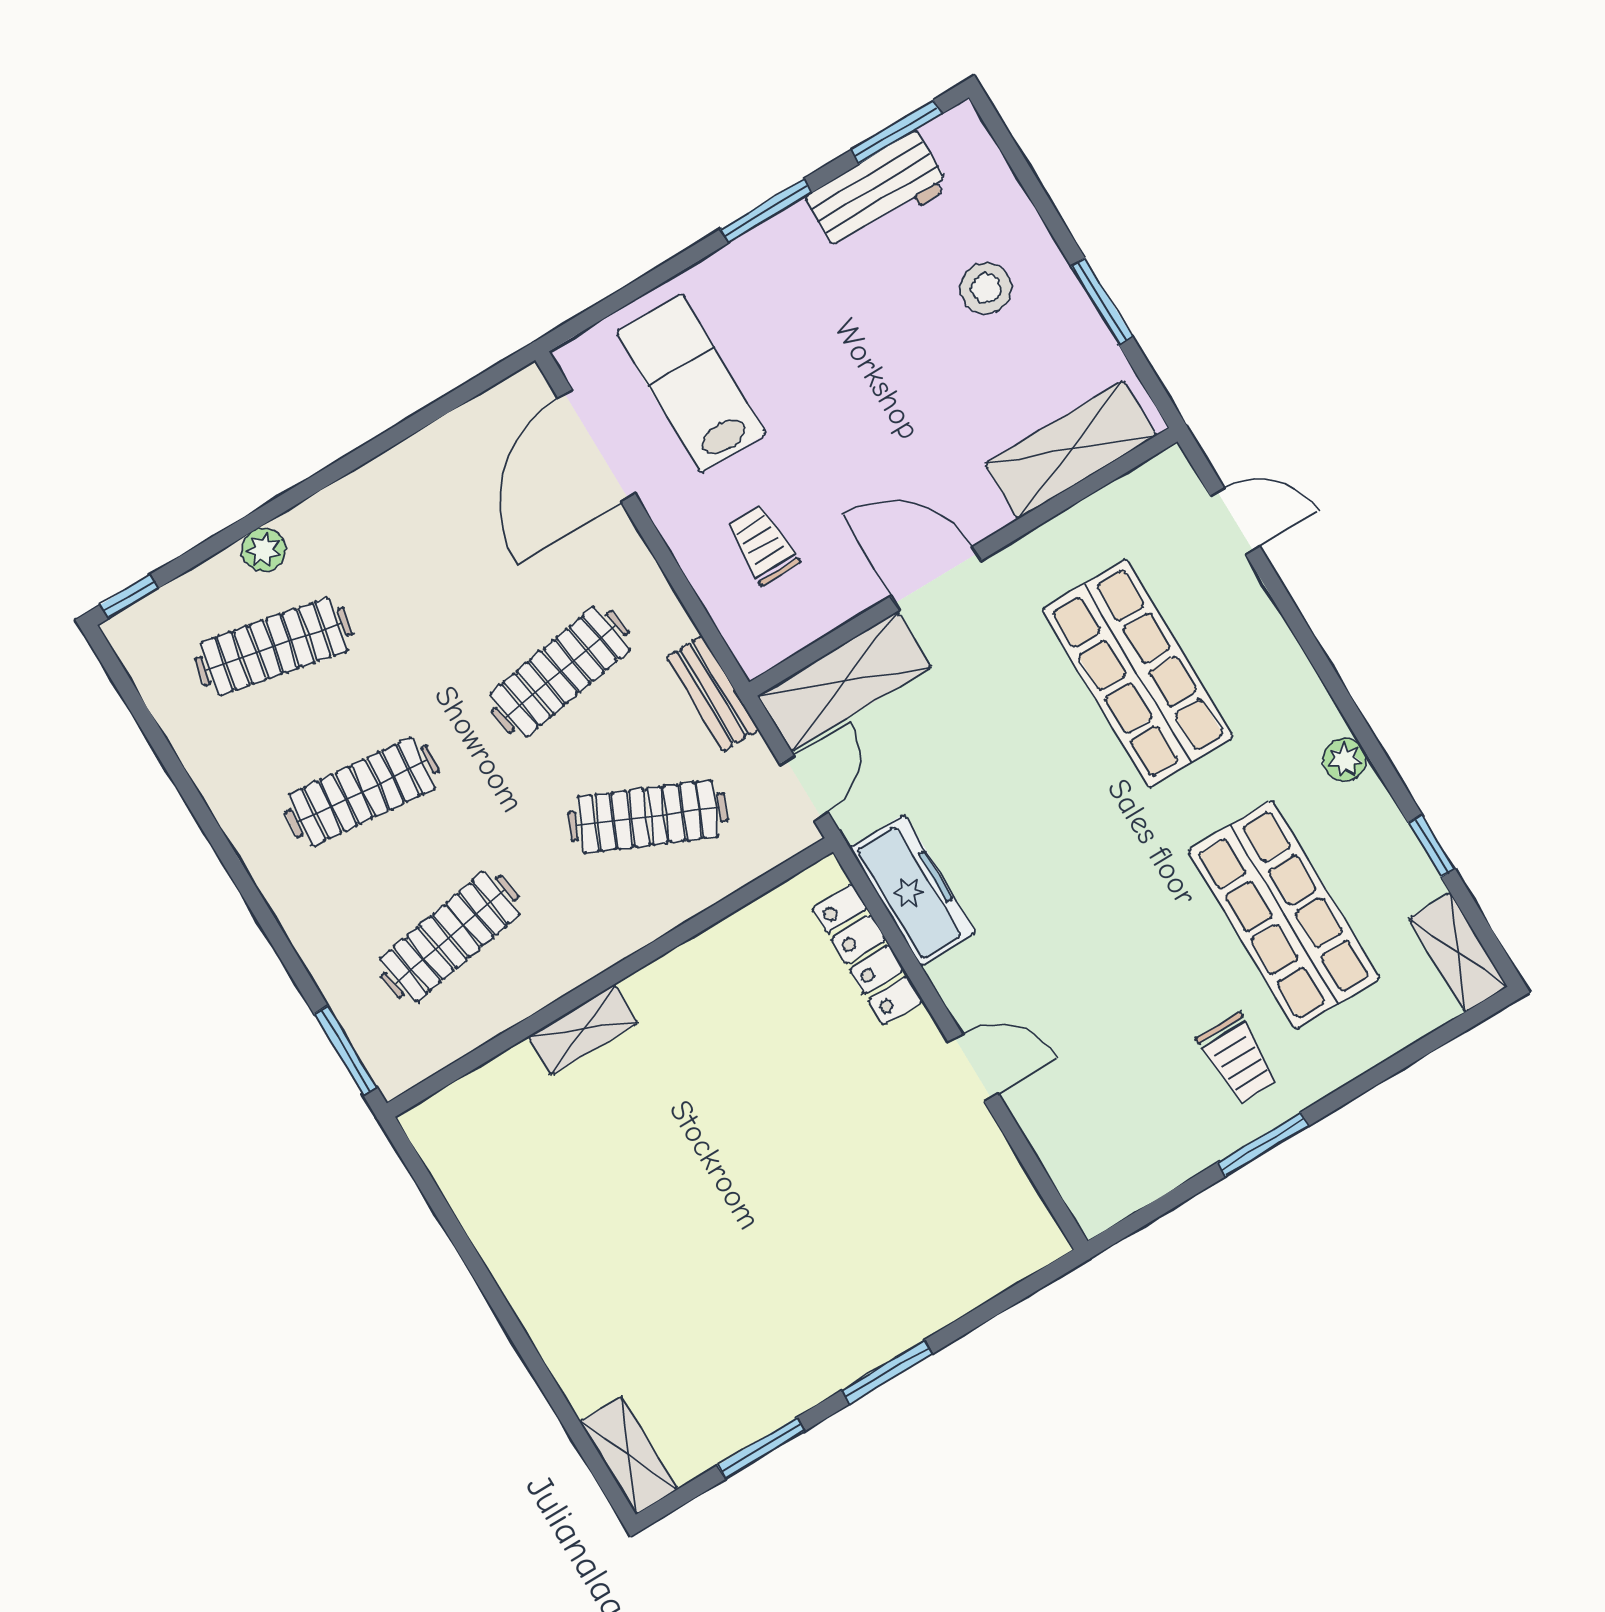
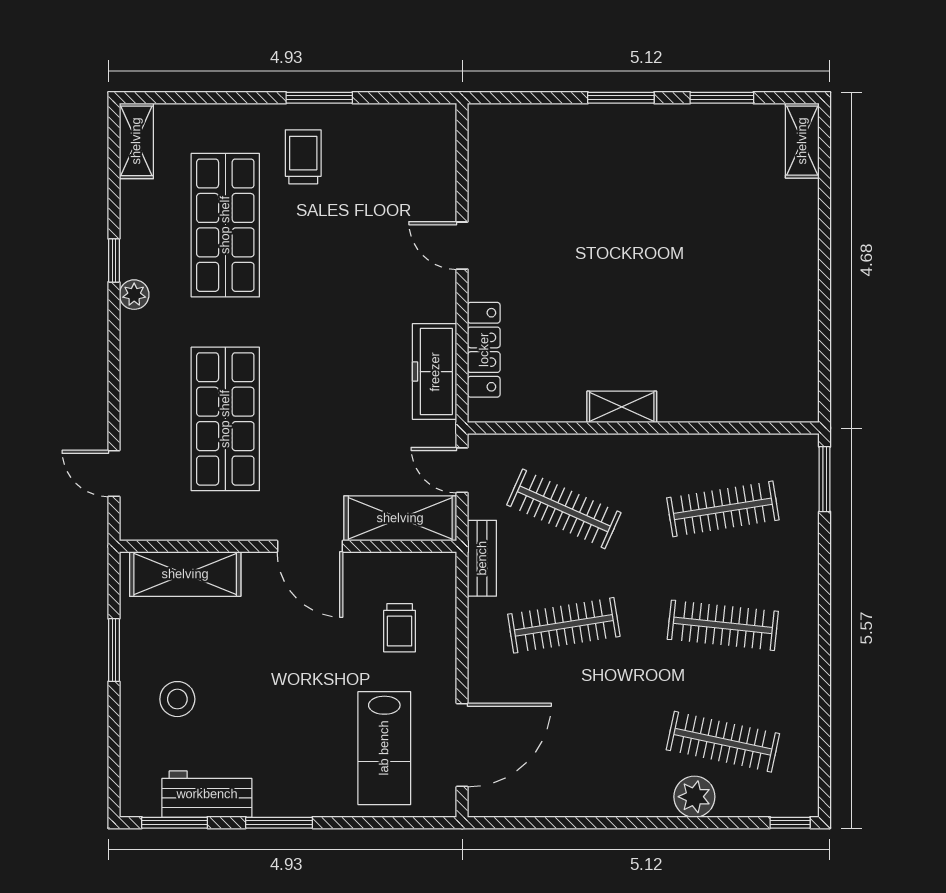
plant: (264, 550) -> (694, 797), width x1.38, depth x1.38
door: (804, 788) -> (462, 470), hinge flipped
window: (1431, 846) -> (114, 260), moved
shelving: (583, 1030) -> (622, 407), moved

